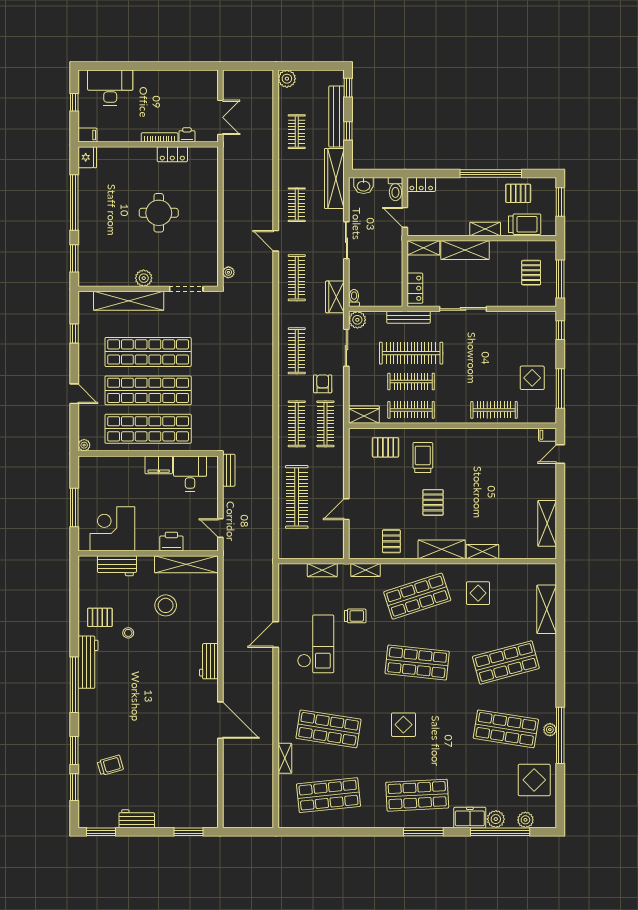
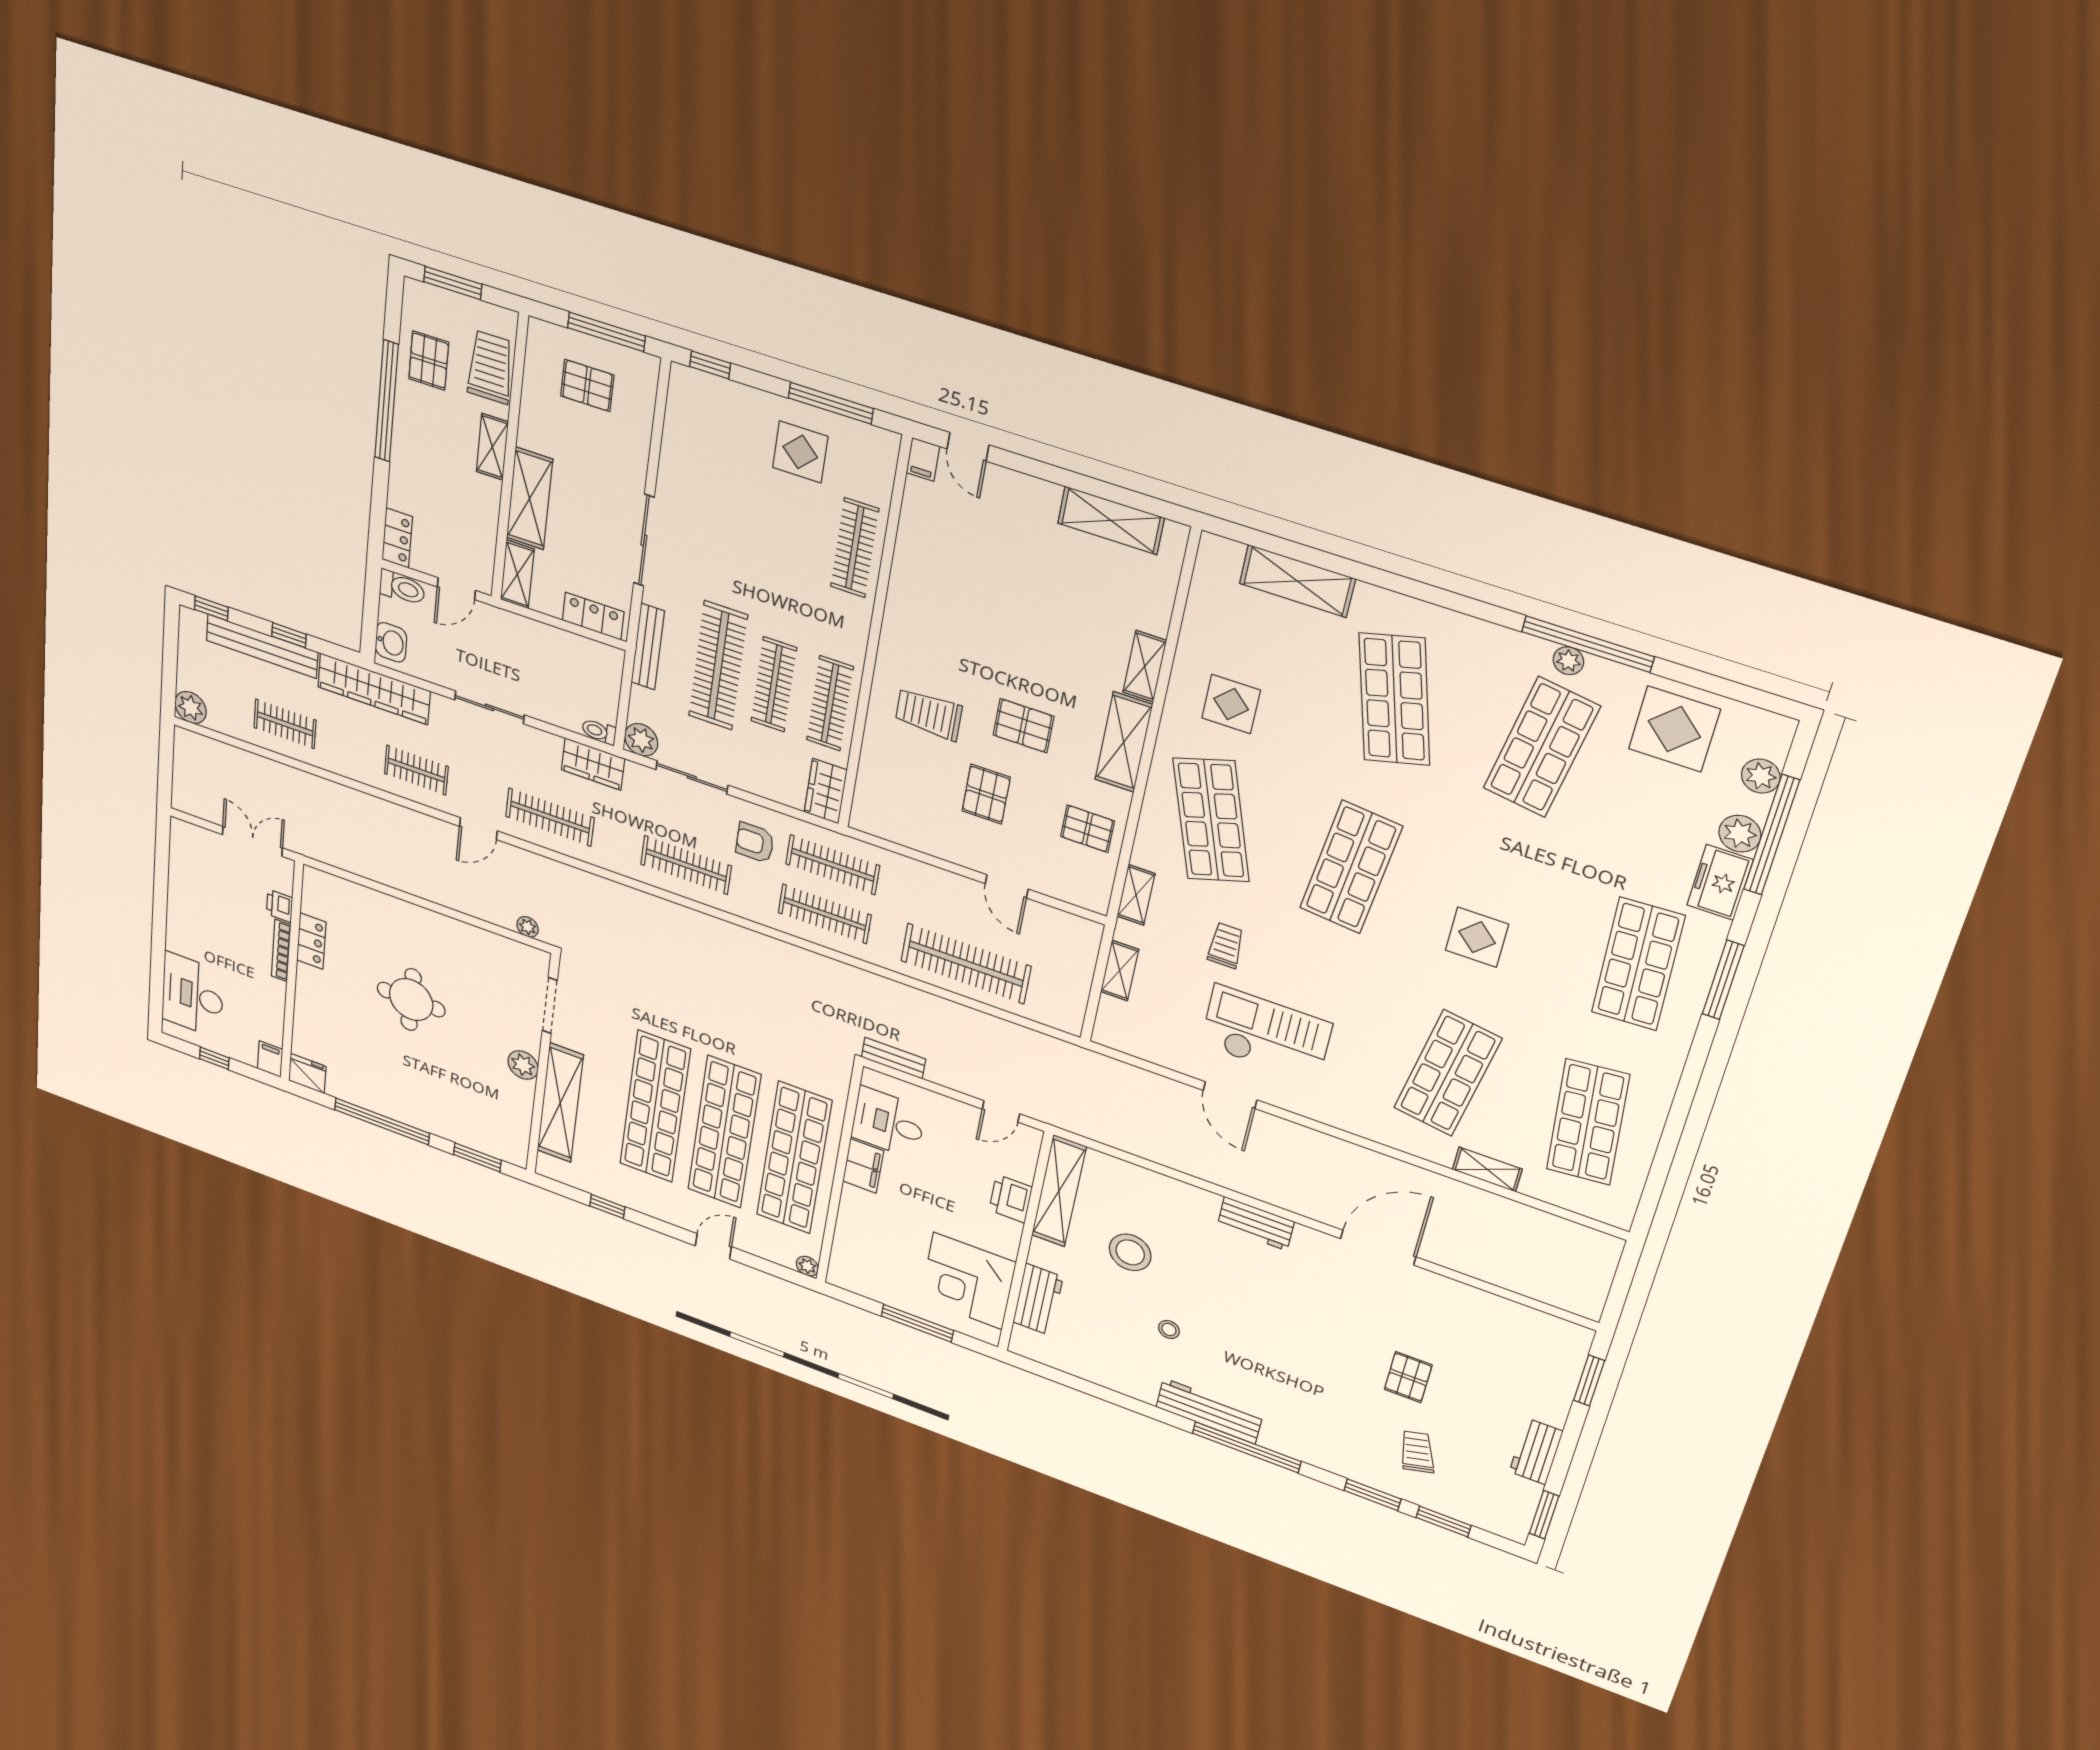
pallet: (385, 447) -> (986, 794), moved
pallet: (100, 617) -> (1408, 1377), moved

